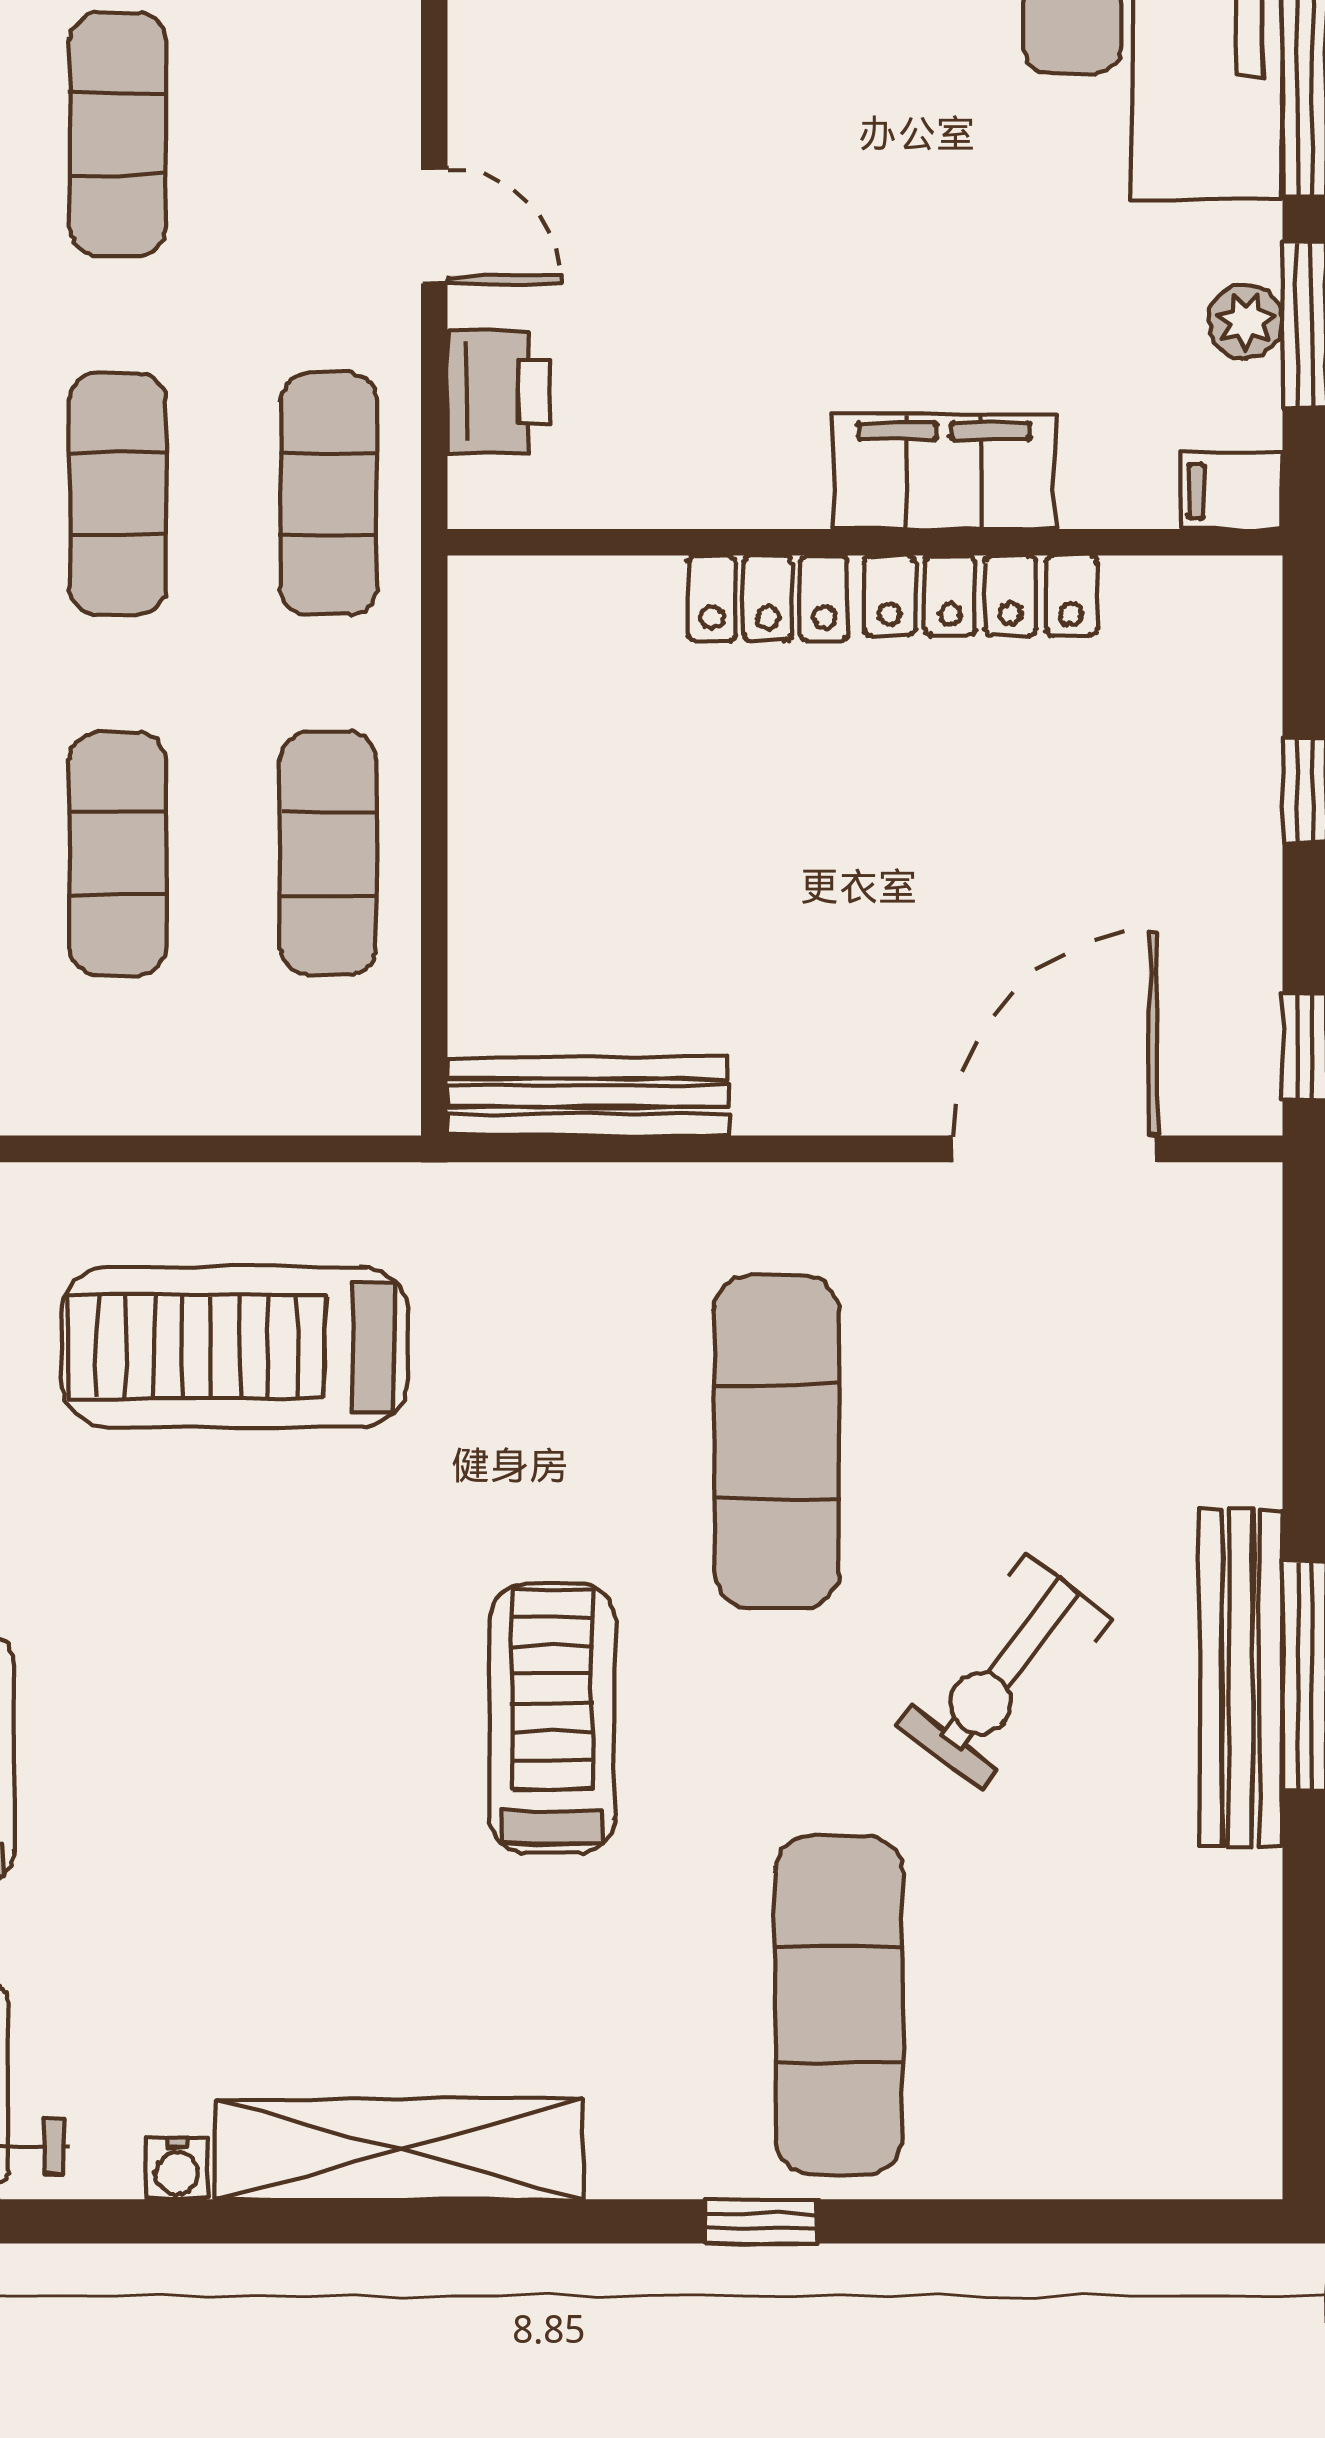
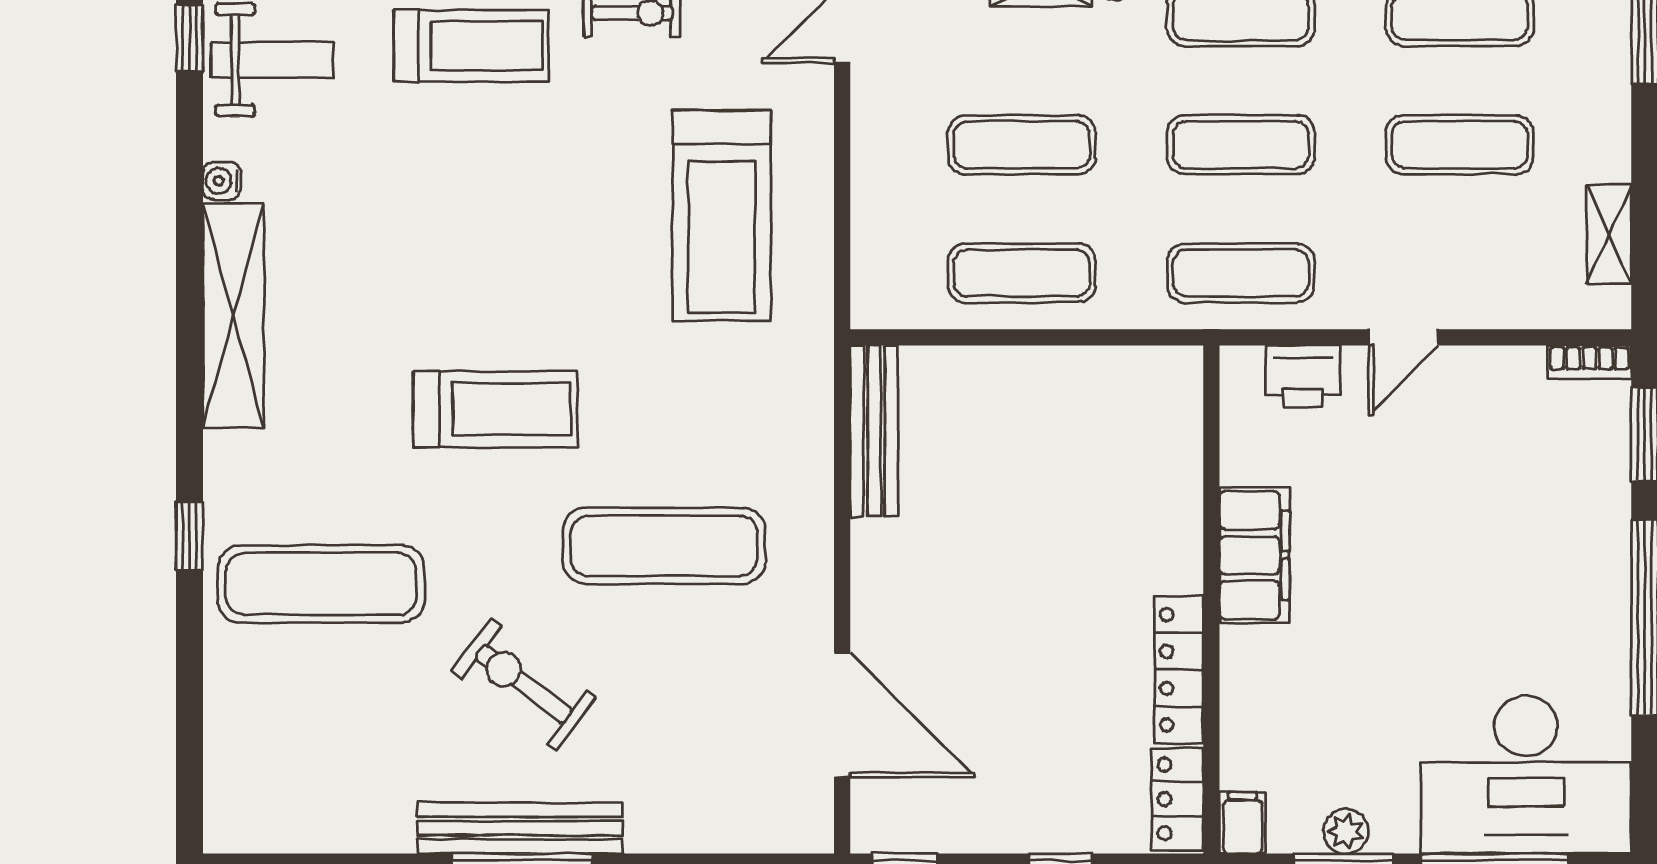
filing cabinet: (944, 471) -> (1254, 555), moved
locker: (768, 598) -> (1177, 799), moved
treadmill: (235, 1347) -> (722, 216), turned 180

